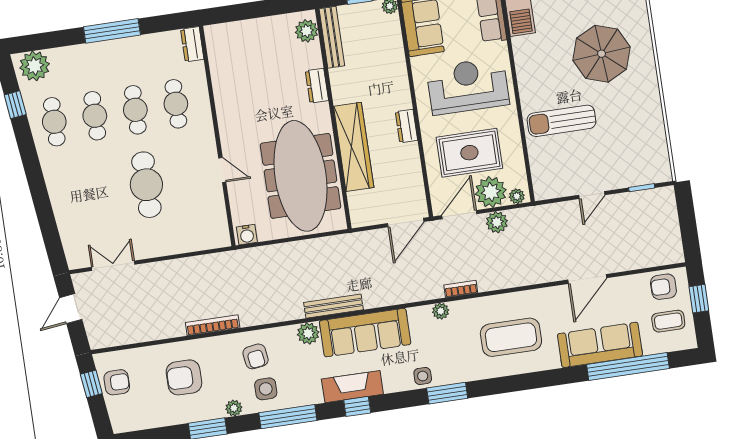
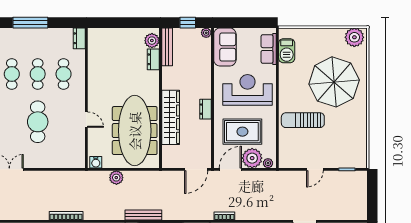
parasol: (602, 54) -> (334, 82), width x1.36, depth x1.36
dresser: (317, 86) -> (153, 59), moved
plant: (497, 222) -> (116, 178), moved

